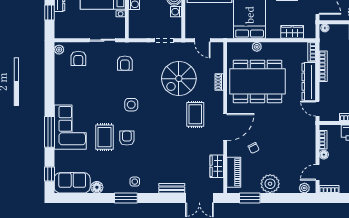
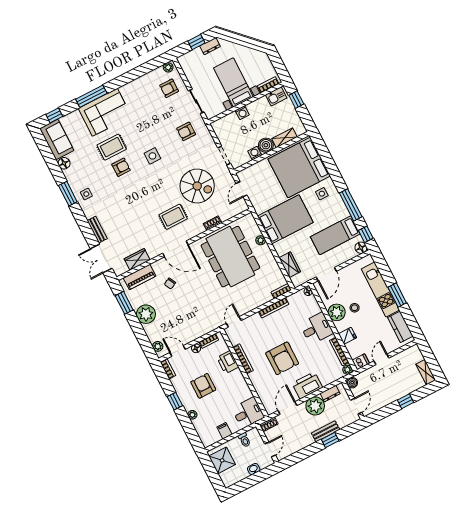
spiral stairs: (179, 79) -> (197, 186), turned 180
dresser: (309, 82) -> (254, 302), removed

